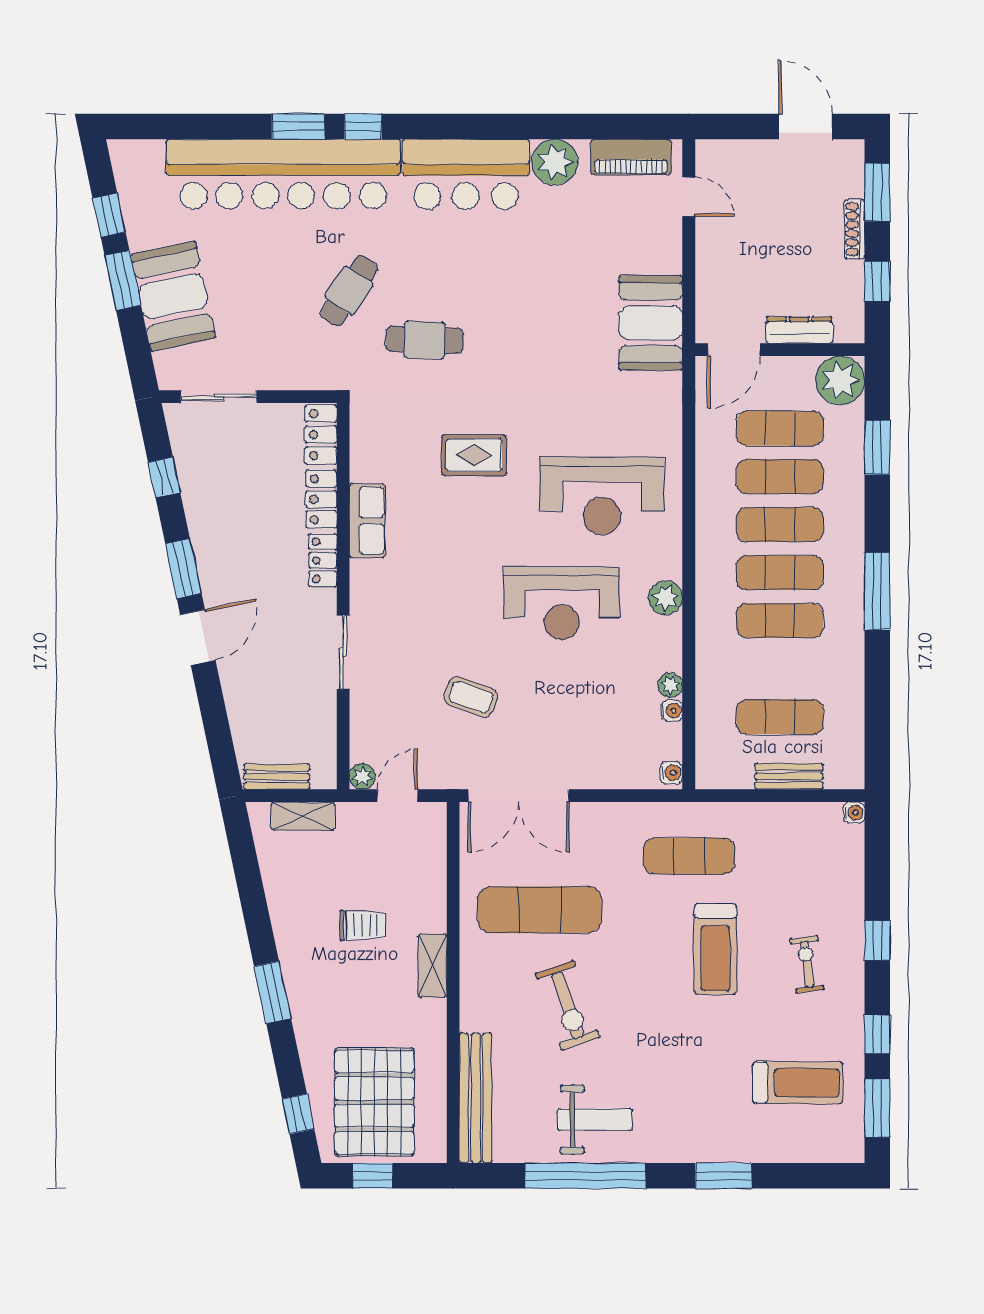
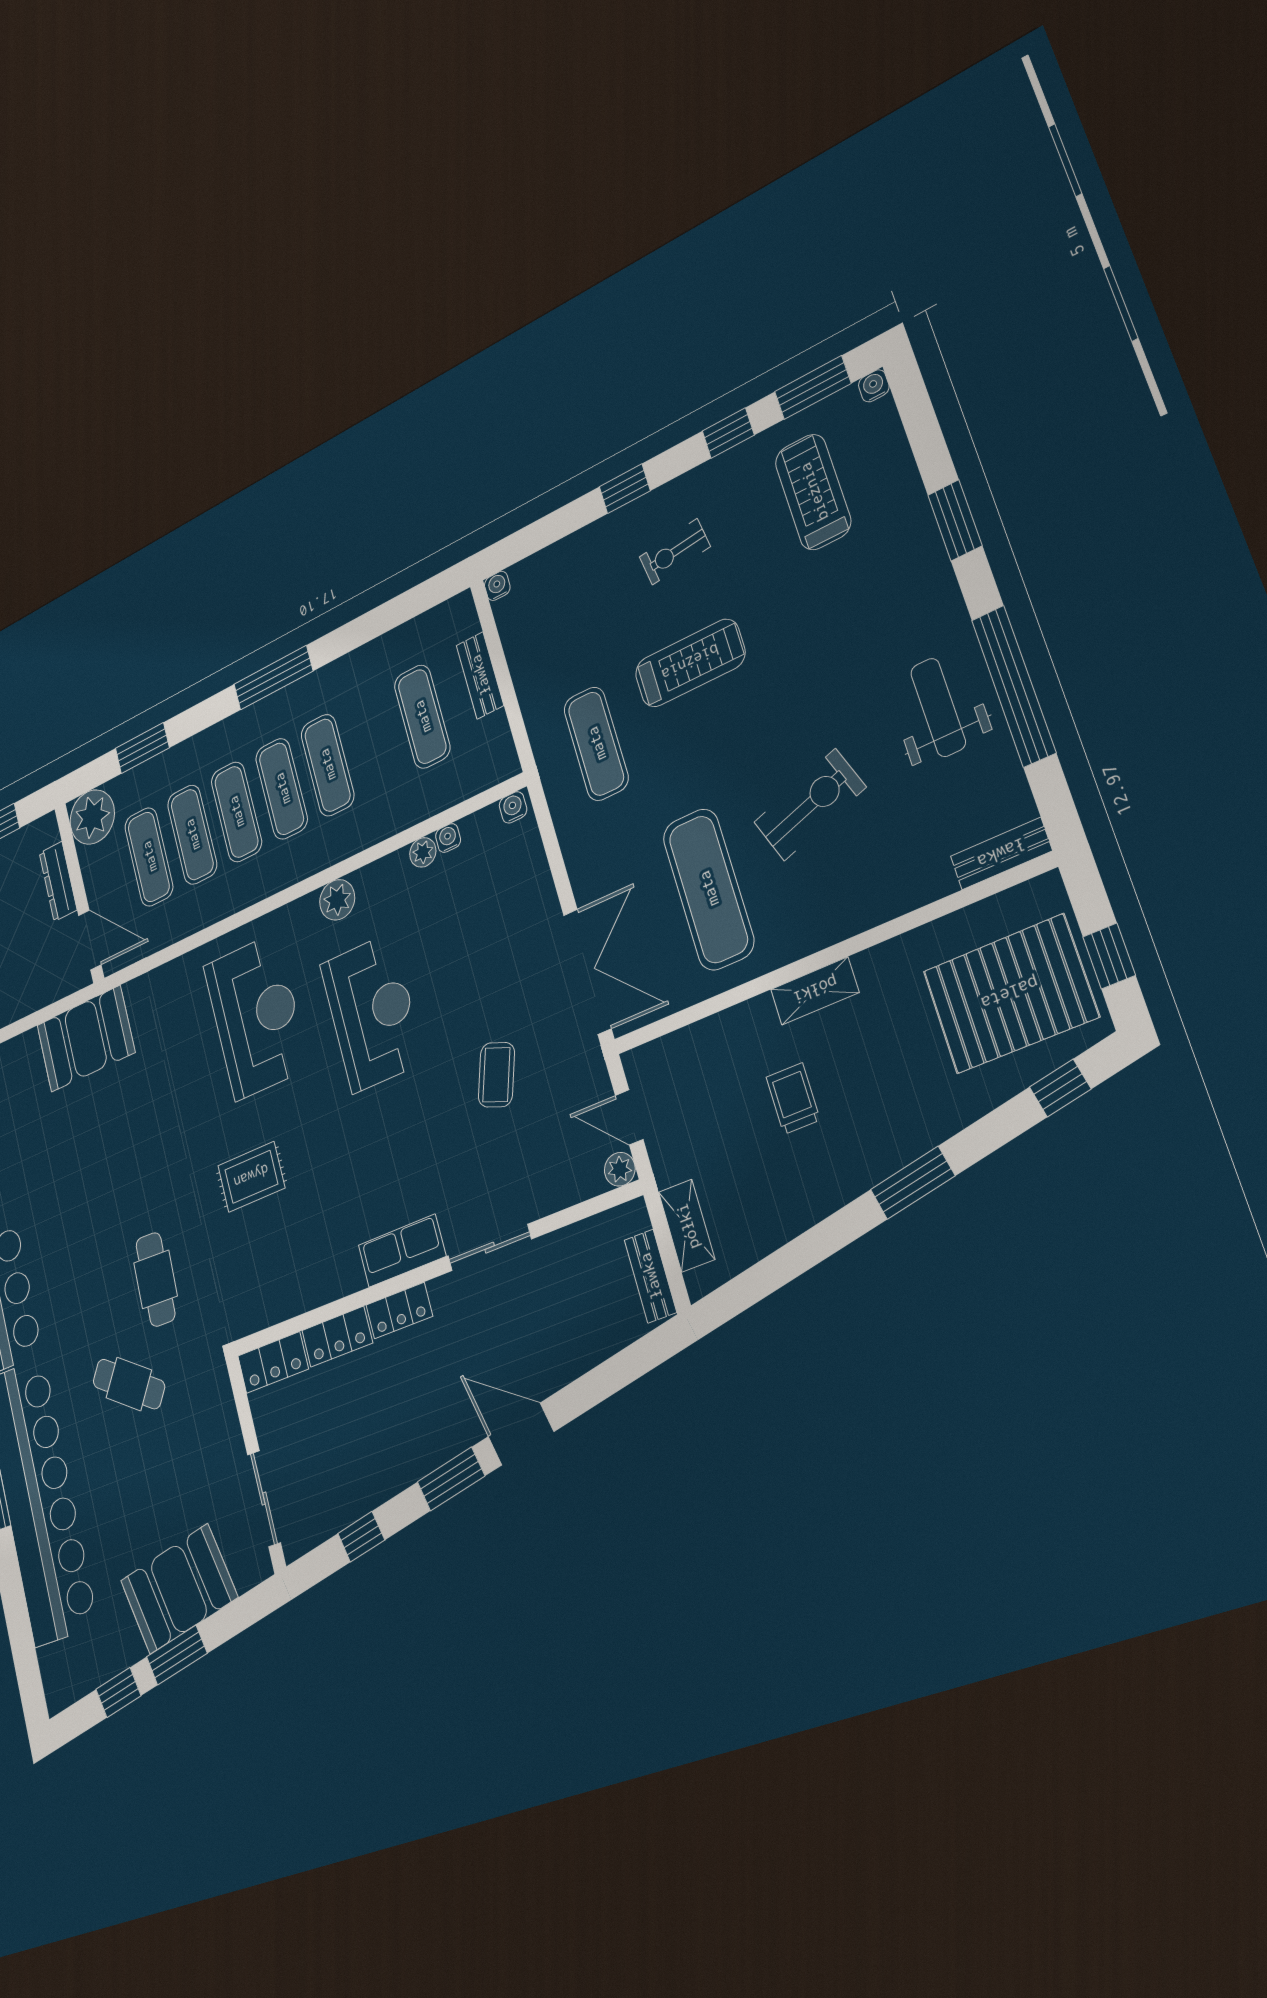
rug: (474, 455) -> (251, 1177), turned 90
row of seats: (367, 521) -> (402, 1251), moved
bench: (476, 1098) -> (1001, 854), width x0.54, depth x0.82
water cooler: (854, 1152) -> (874, 386), added

